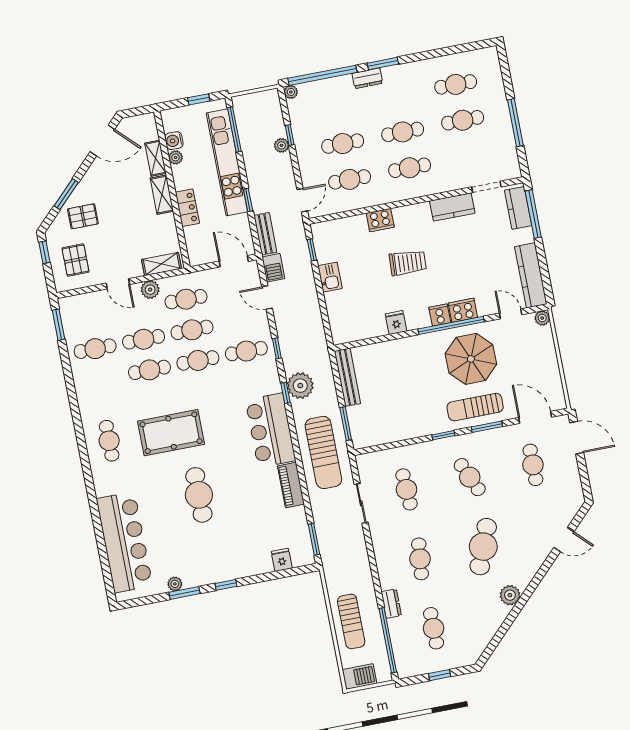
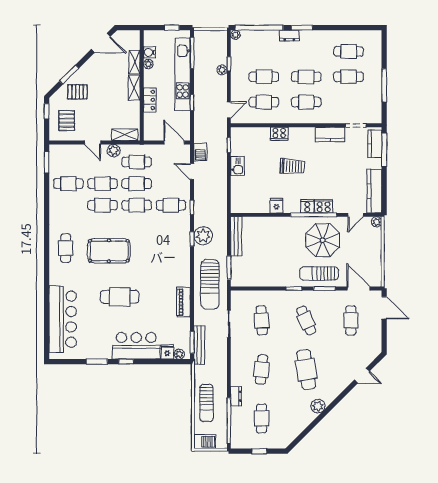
bench: (265, 234) -> (199, 345), moved, width x1.36
door: (511, 314) -> (356, 215), swing flipped
bar counter: (270, 430) -> (136, 346), moved, turned 90
cafe table: (199, 495) -> (120, 297), turned 90
cafe table: (483, 547) -> (306, 370), turned -30
plant: (175, 584) -> (179, 354), moved

